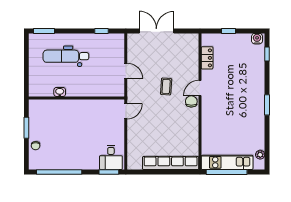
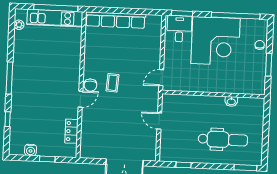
water cooler: (257, 39) -> (31, 150), moved
window: (267, 54) -> (8, 119), moved
coffee table: (166, 86) -> (112, 83), moved
window: (267, 105) -> (9, 78), width x1.44
corner desk: (77, 148) -> (216, 41), added

